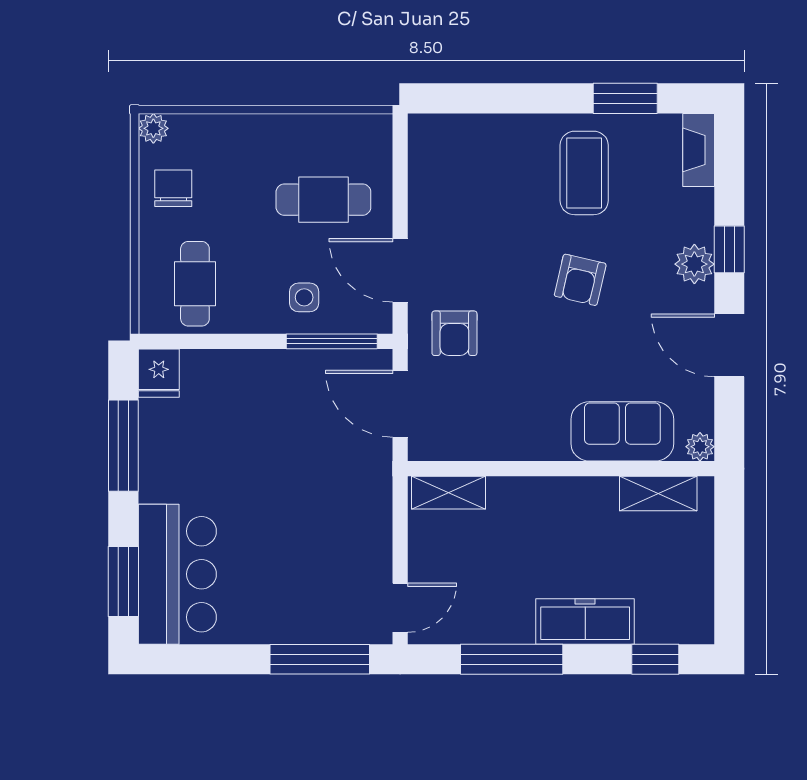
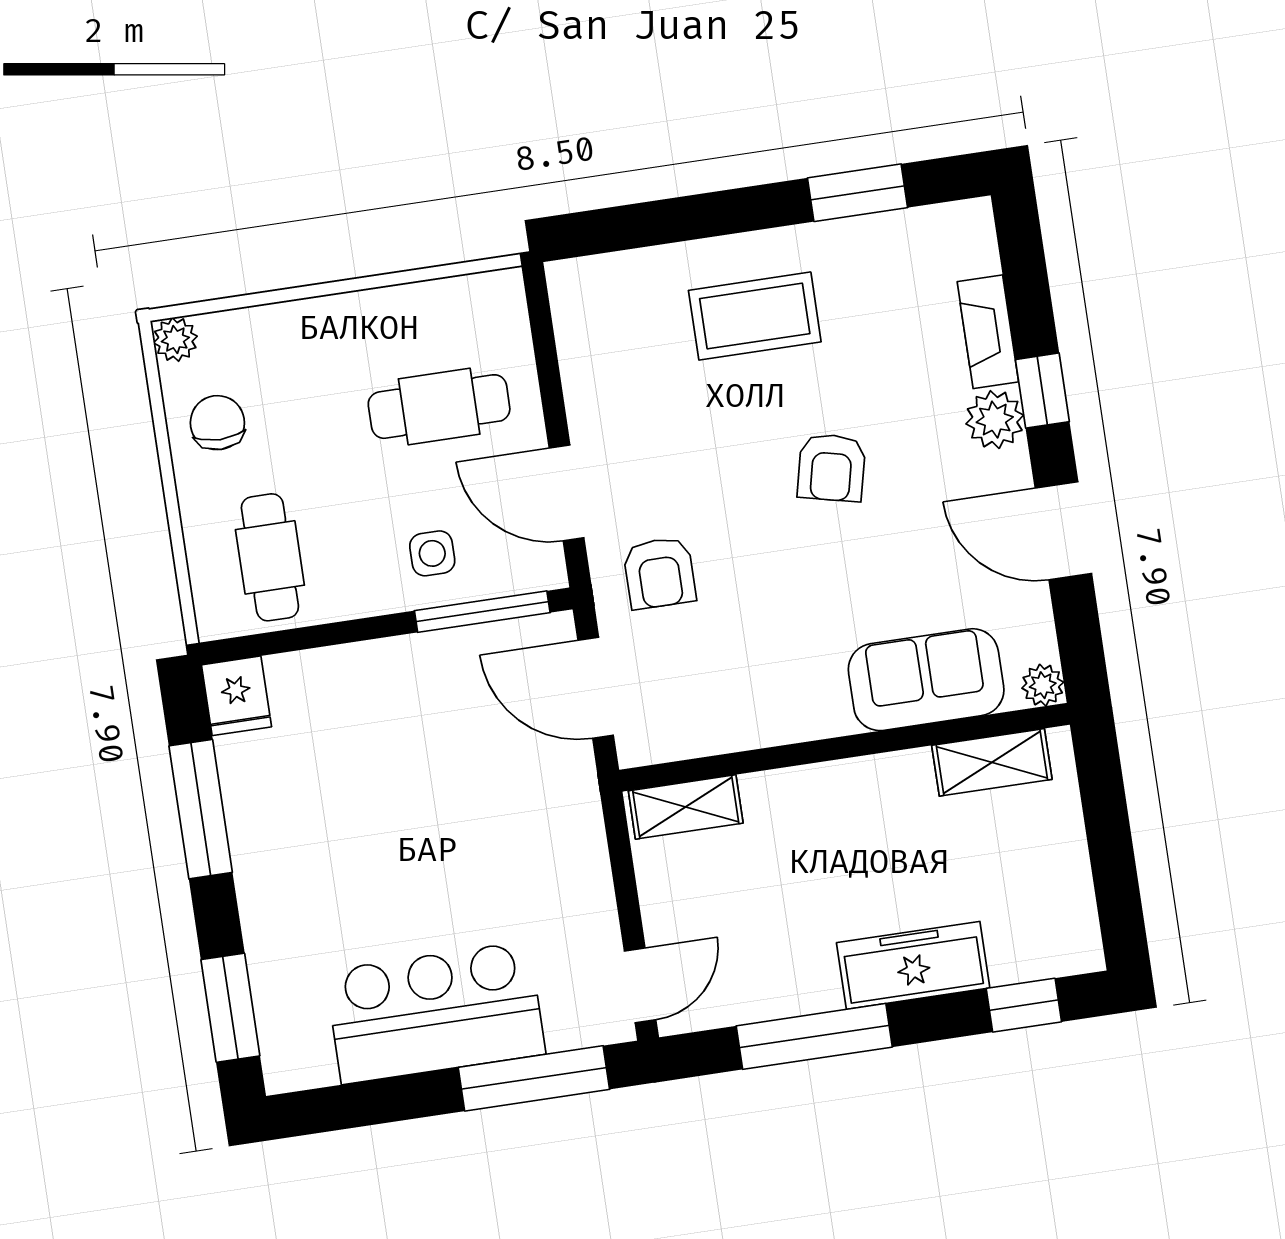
fireplace: (699, 150) -> (988, 332), moved
coffee table: (584, 173) -> (755, 316), moved, turned 90
bar counter: (177, 574) -> (435, 1013), moved, turned -90

